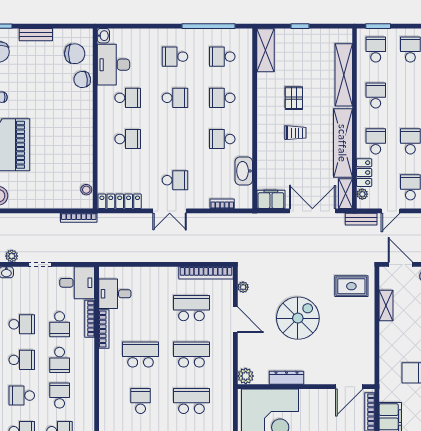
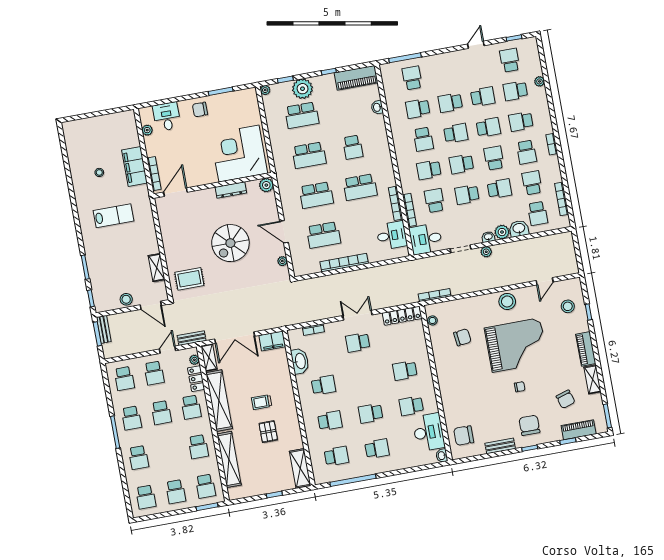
chair: (82, 80) -> (462, 337), moved
bookcase: (206, 273) -> (344, 263), moved
school desk: (60, 360) -> (429, 170), turned -90

